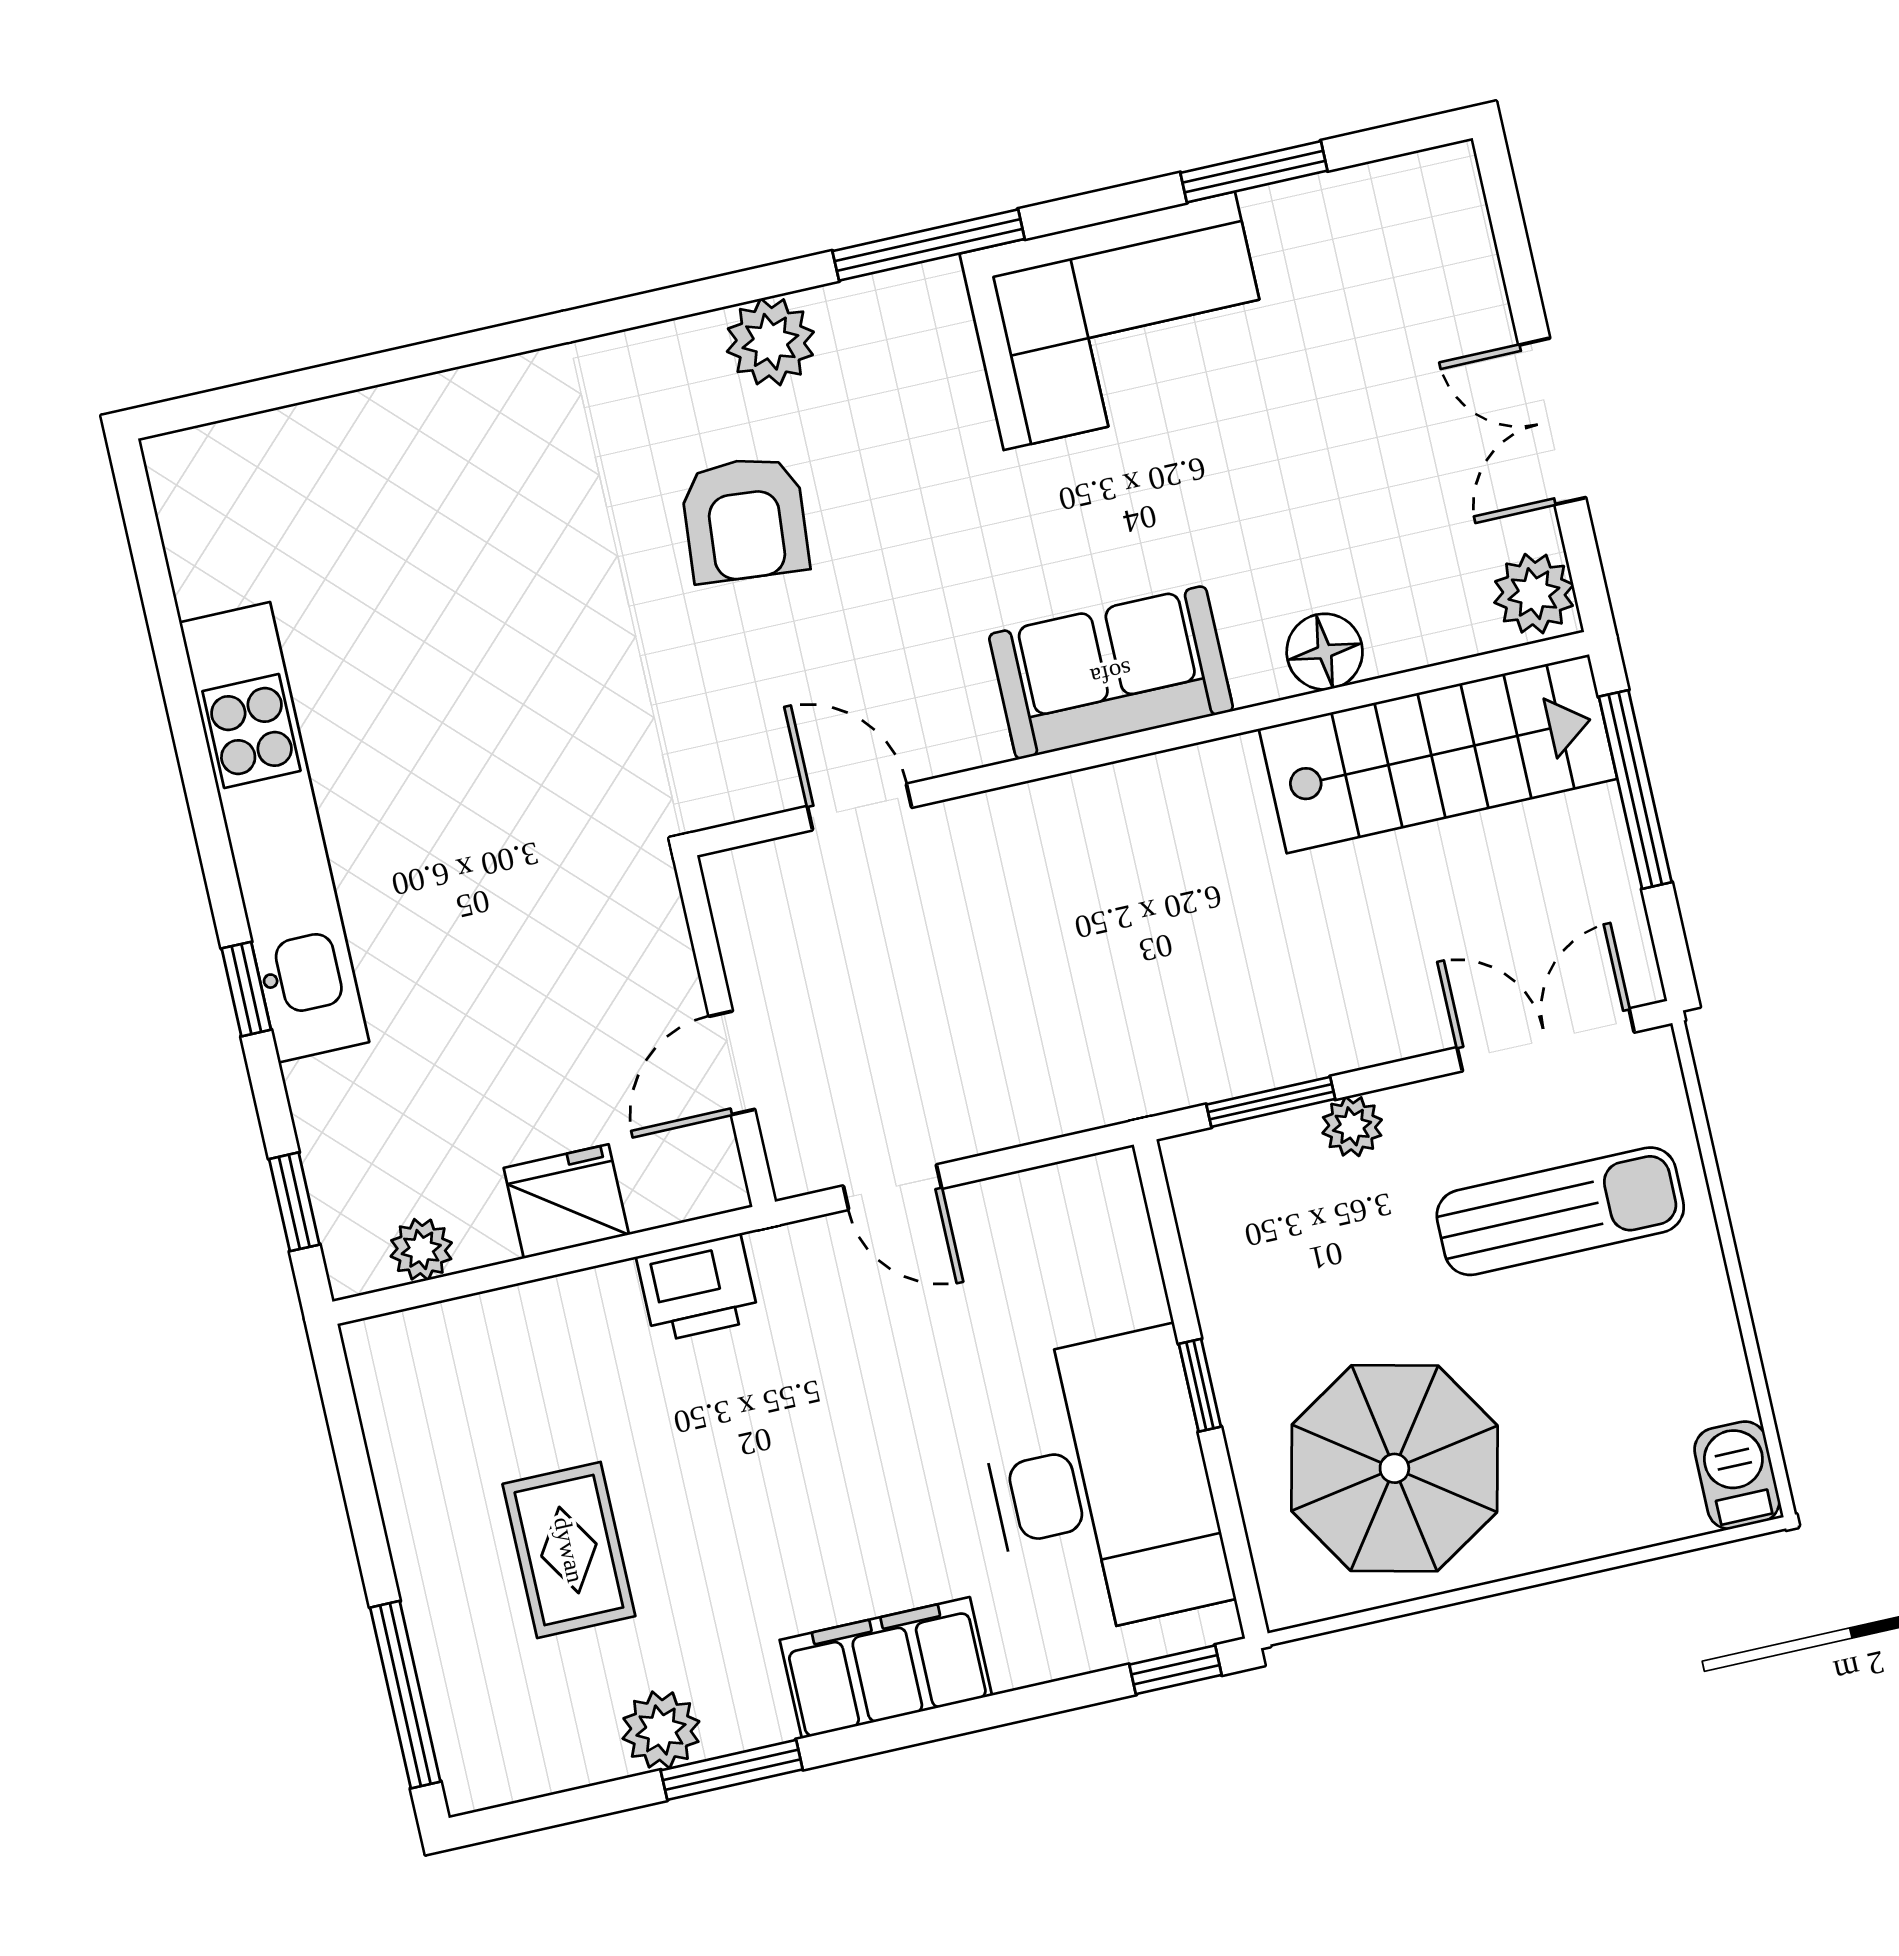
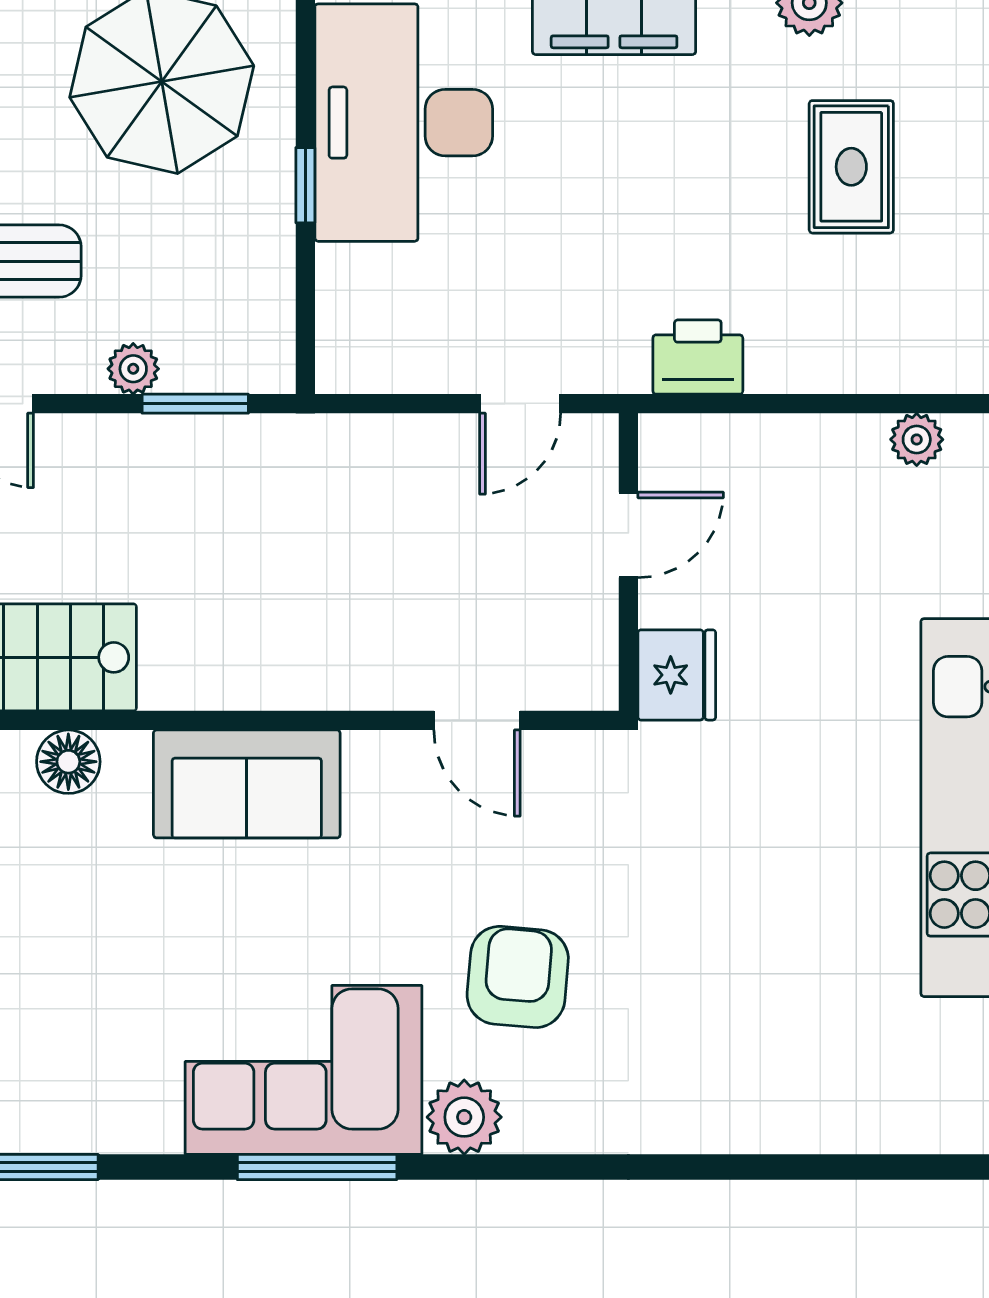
corner sofa: (1119, 321) -> (303, 1070), moved
door: (892, 1187) -> (520, 404), swing flipped
fridge: (566, 1201) -> (677, 675), moved, turned -90

